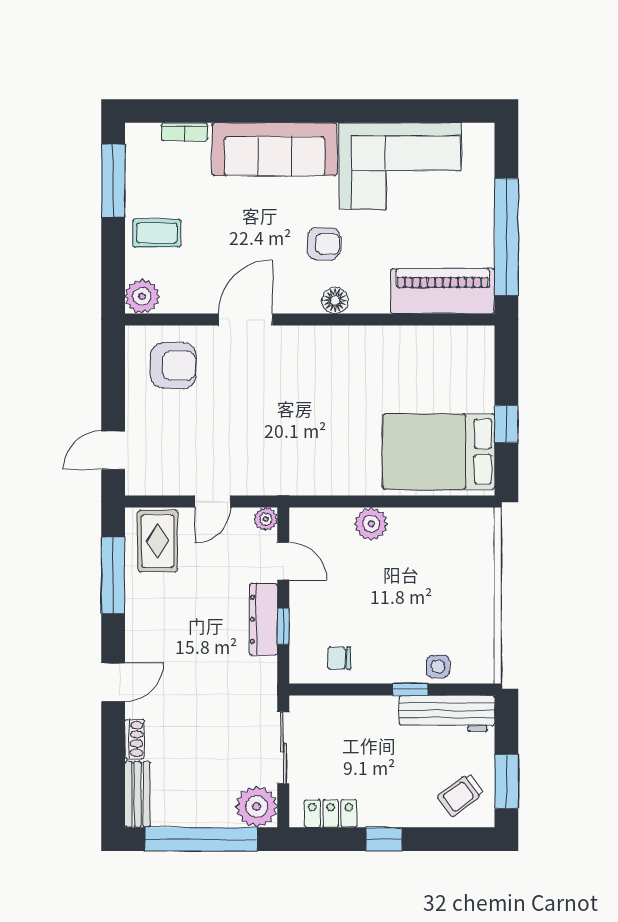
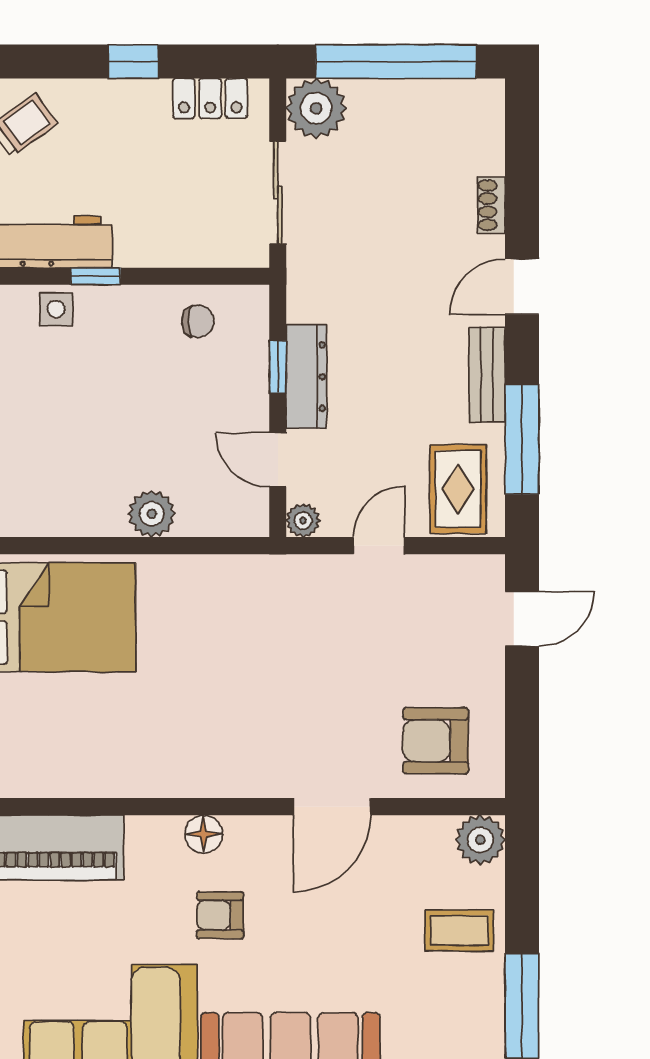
bench: (137, 794) -> (487, 375), moved

